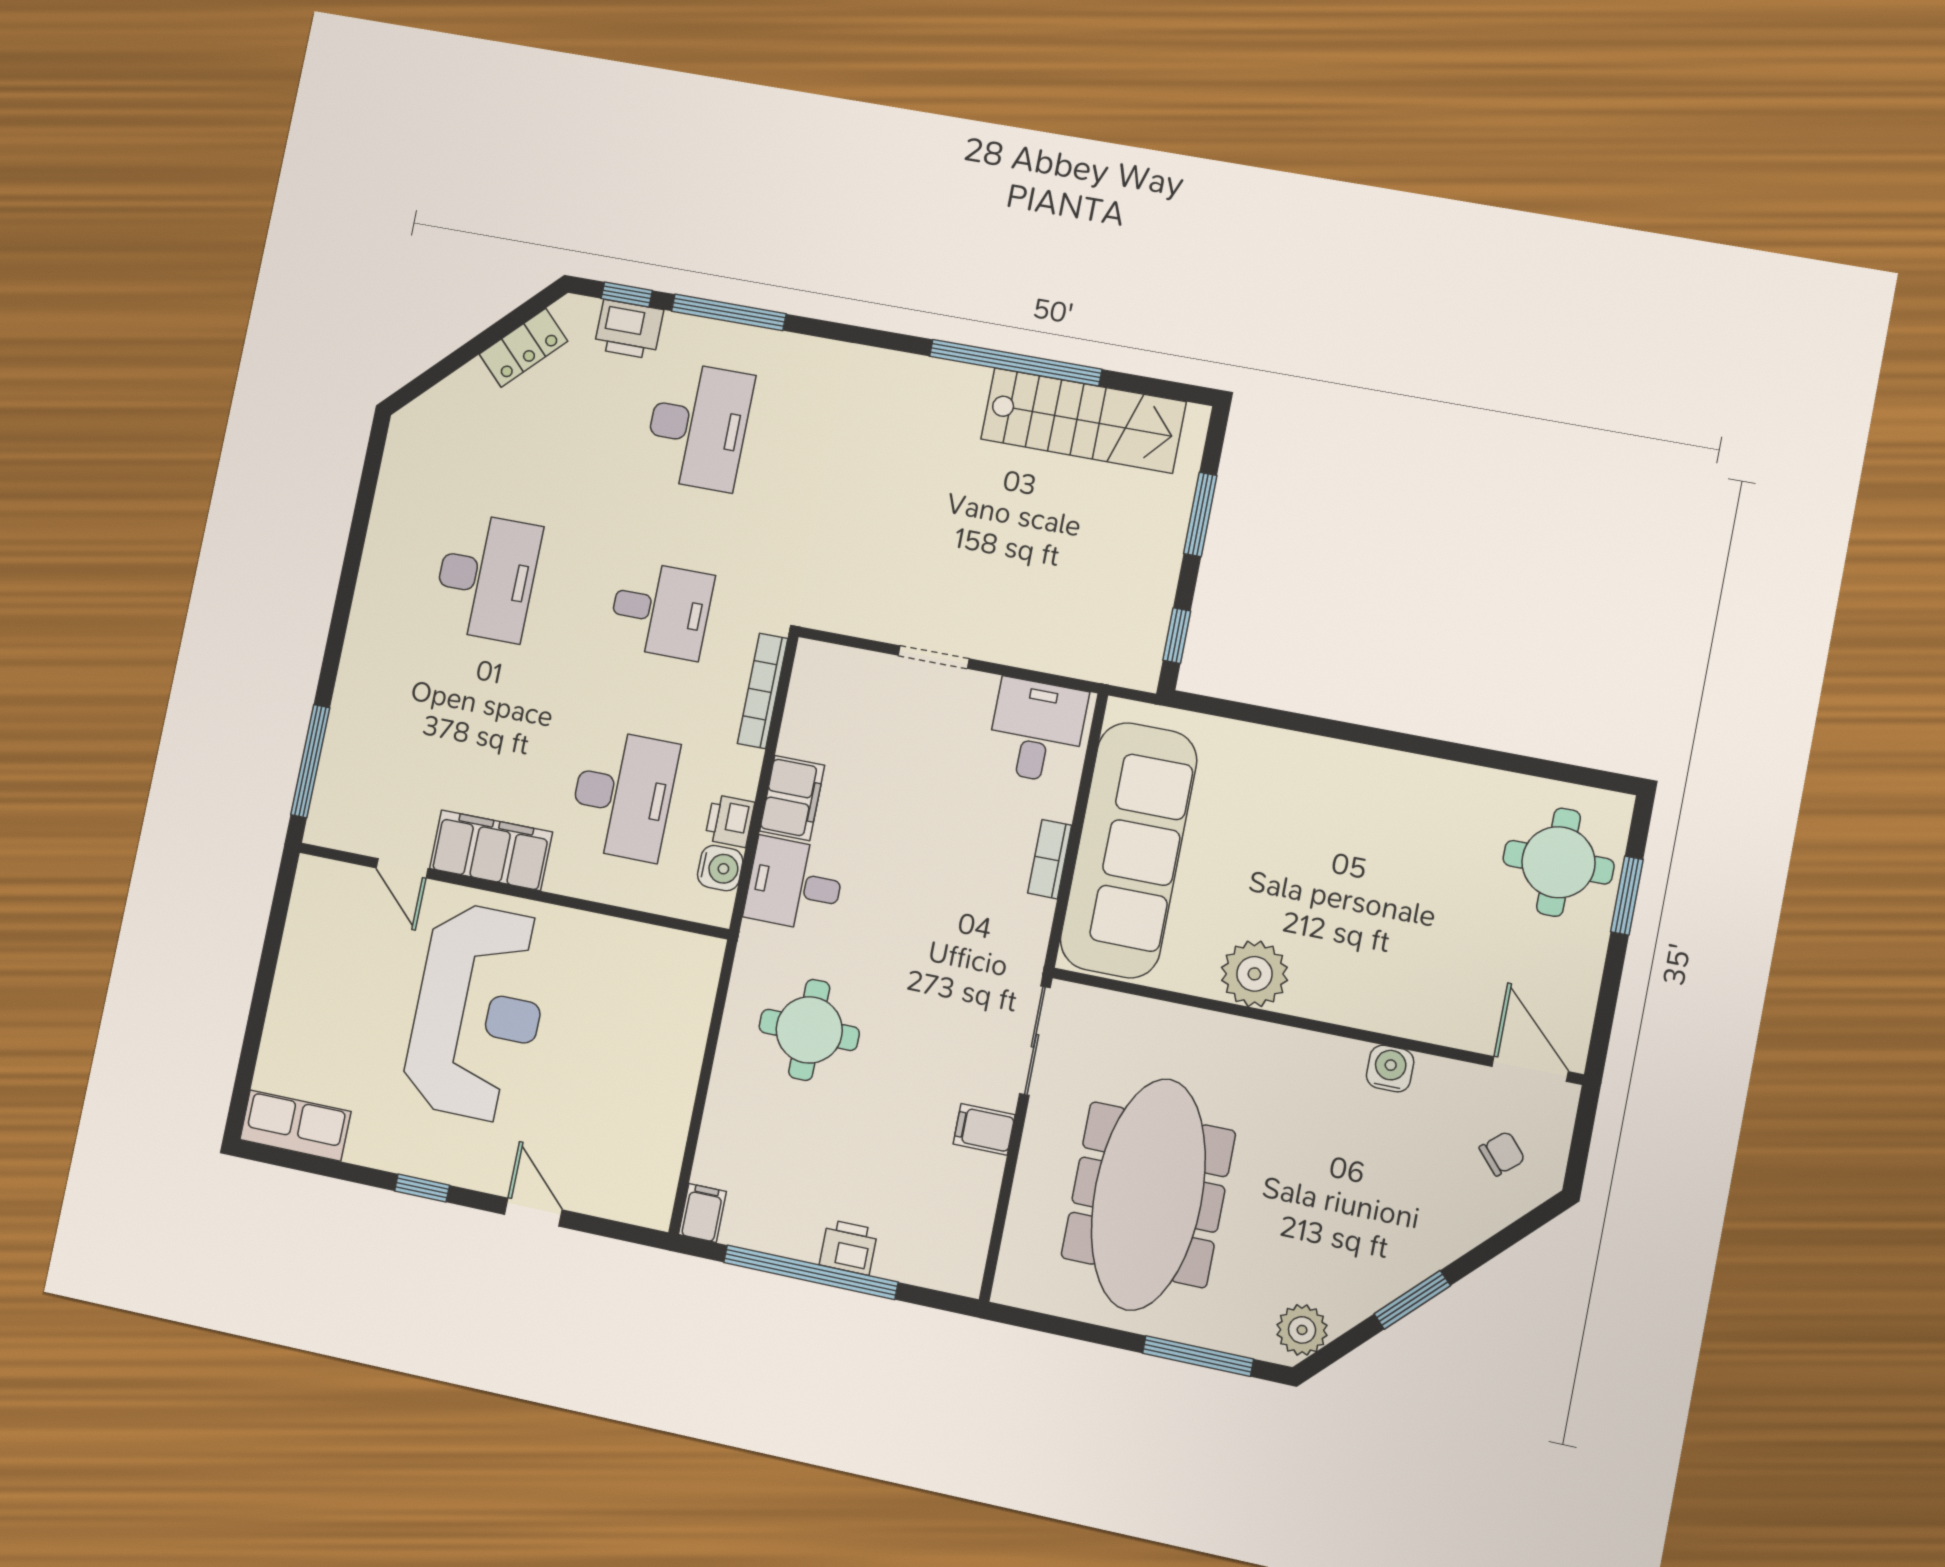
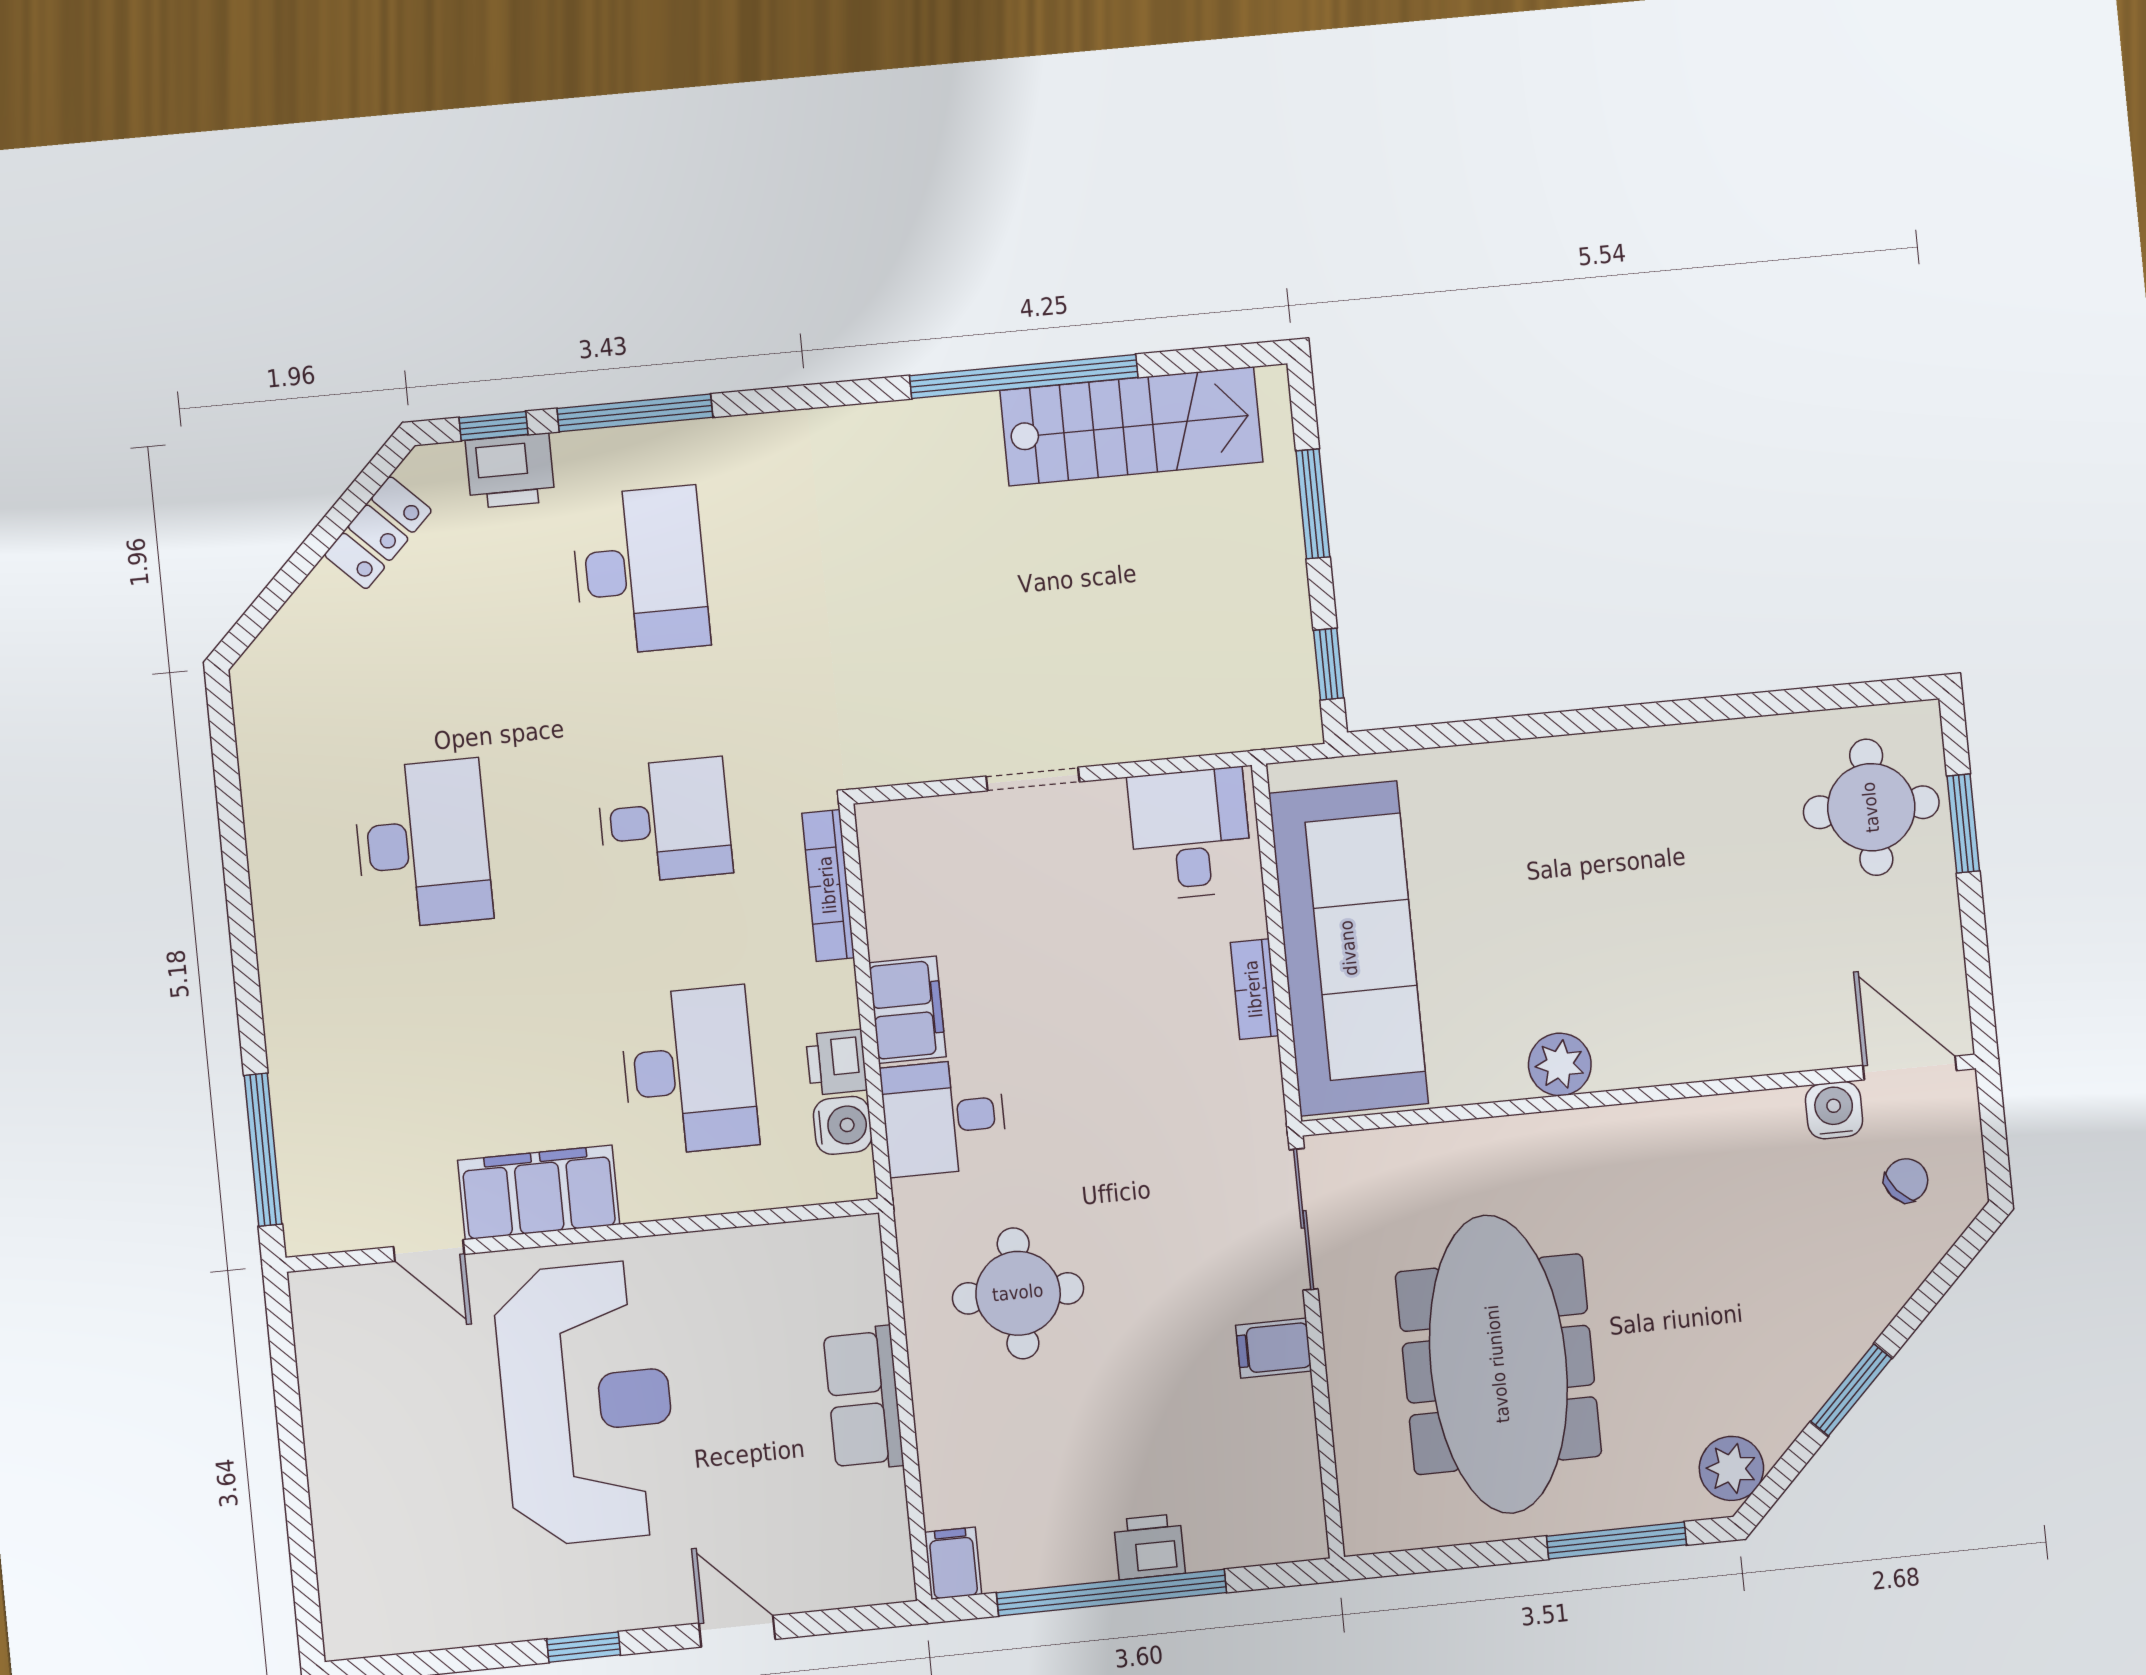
plant: (1254, 974) -> (1560, 1064), width x0.73, depth x0.73
water cooler: (1390, 1069) -> (1834, 1110), moved
row of seats: (295, 1126) -> (863, 1399), moved, turned -90

